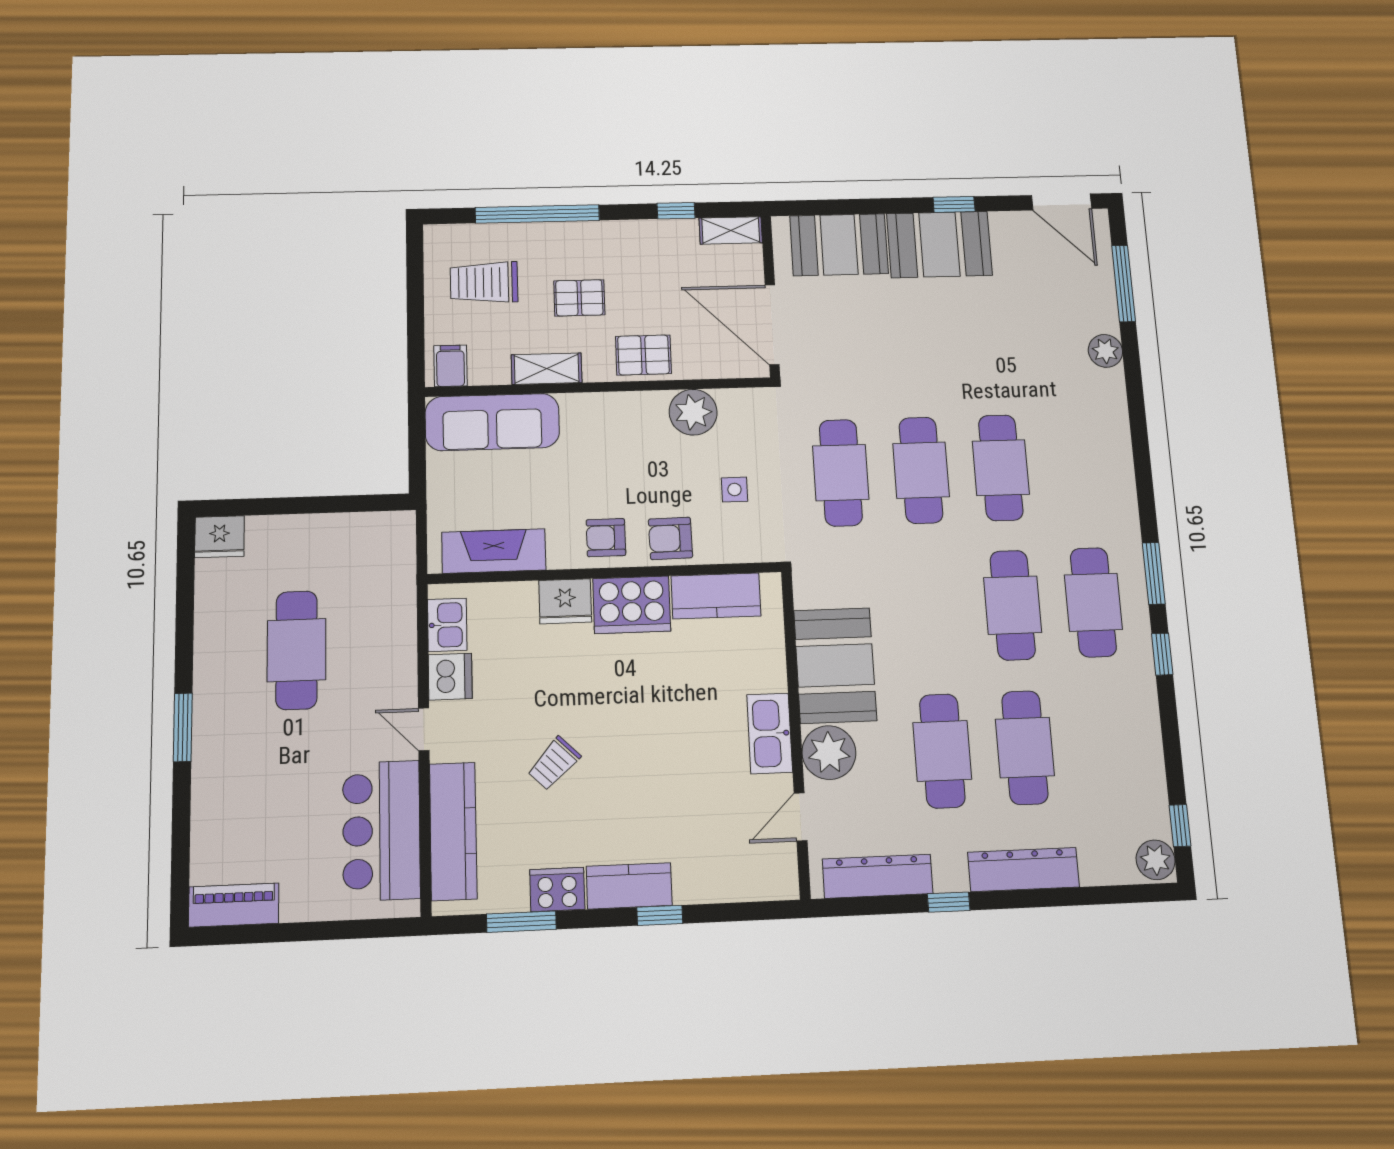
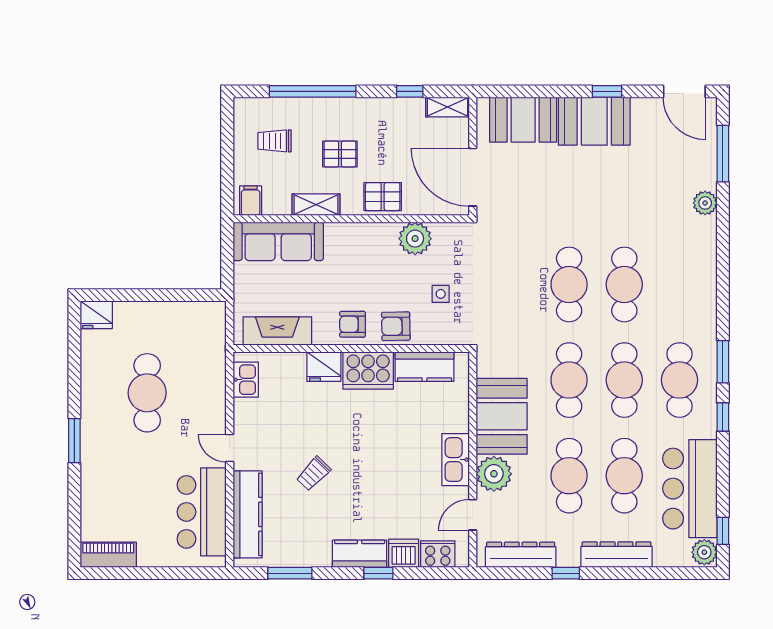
trolley: (484, 282) -> (274, 141), width x0.73, depth x0.72
cafe table: (841, 473) -> (569, 380), moved
dishwasher: (450, 677) -> (404, 553), moved, turned -90
bar counter: (1124, 763) -> (690, 489), added
cooker: (557, 889) -> (438, 554), moved

